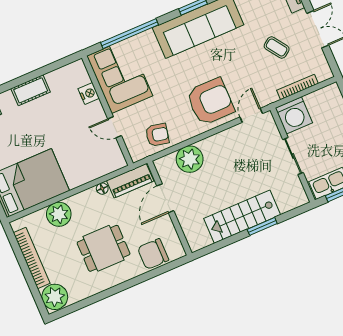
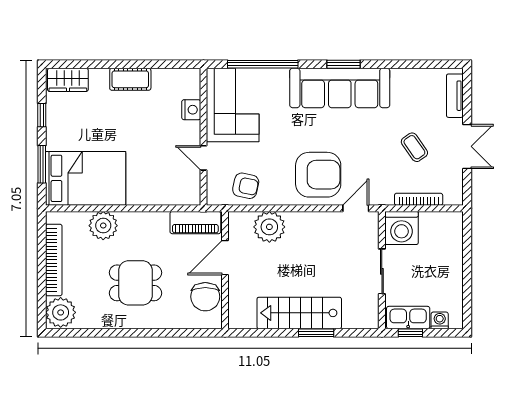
floor lamp: (102, 189) -> (162, 218), removed
chair: (153, 254) -> (205, 297), moved, turned -90

